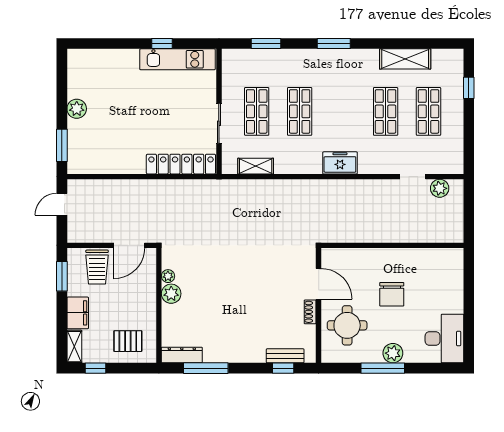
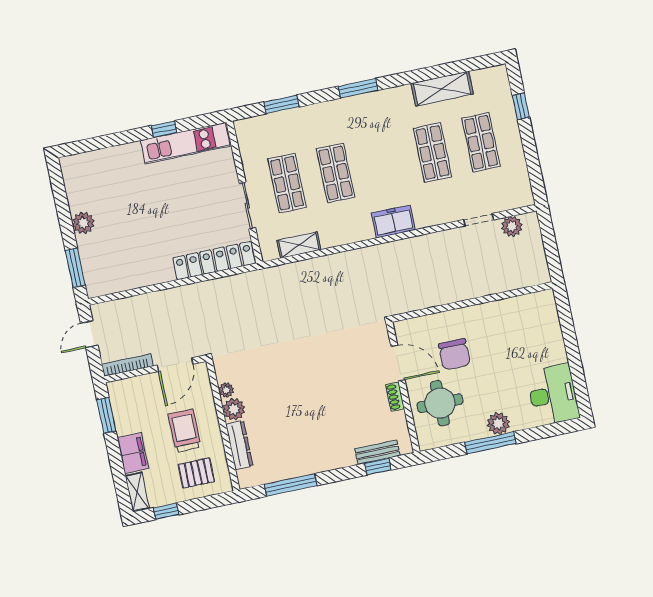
bookcase: (89, 237) -> (127, 365), added
trolley: (97, 267) -> (185, 431), moved, turned 180
chair: (392, 294) -> (454, 354), moved
dresser: (182, 355) -> (239, 445), moved, turned 90

